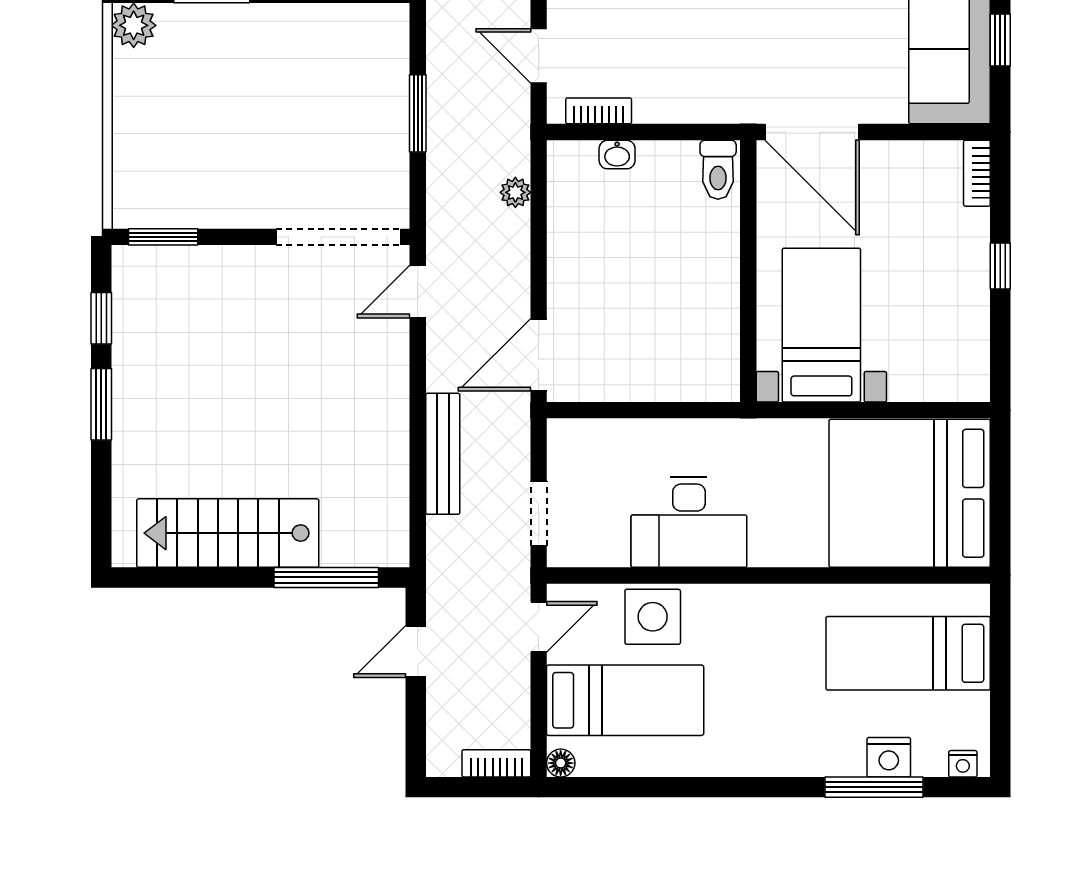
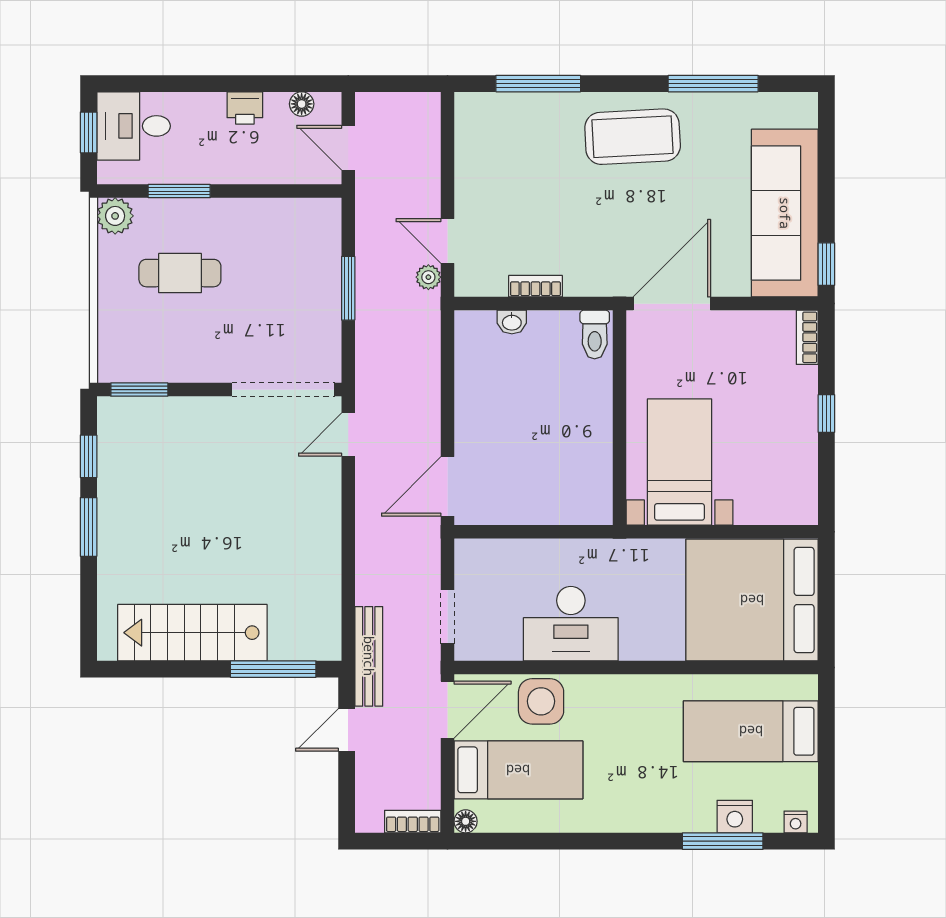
window: (1000, 40) -> (826, 264), moved
cafe table: (213, 95) -> (180, 273), added
bookcase: (599, 111) -> (535, 286), moved
door: (812, 132) -> (672, 304), swing flipped
plant: (515, 192) -> (428, 277), moved
bench: (443, 454) -> (369, 656), moved
door: (539, 627) -> (447, 710), width x1.38

